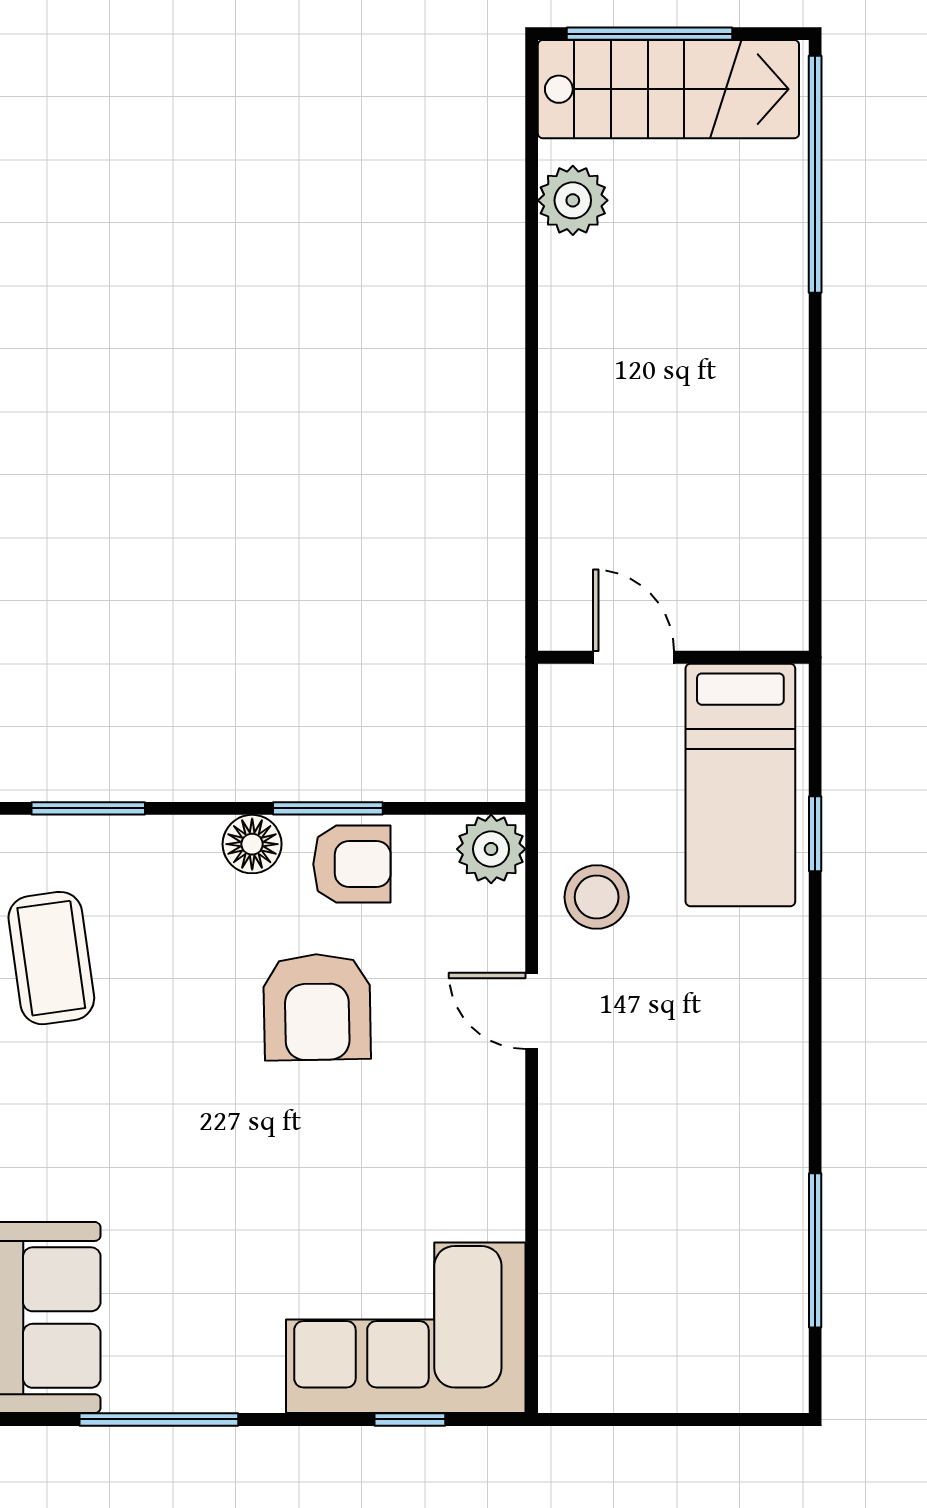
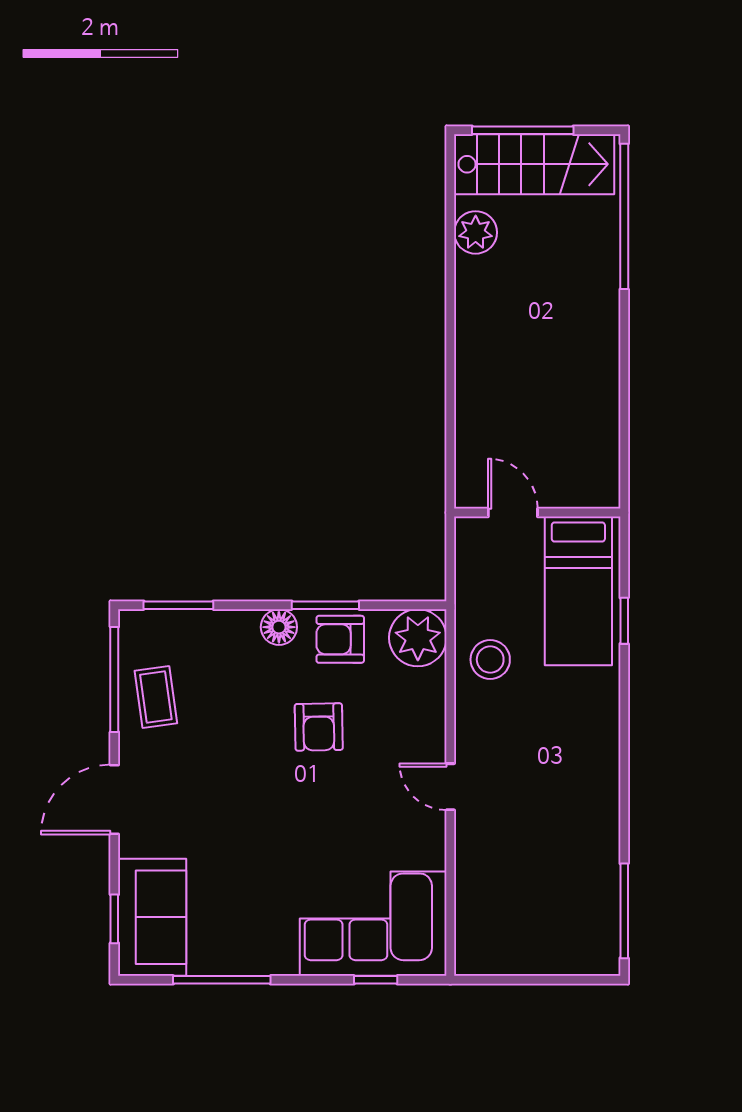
plant: (491, 849) -> (418, 638), width x1.36, depth x1.36
armchair: (352, 864) -> (340, 639), turned 180
coffee table: (51, 958) -> (156, 697), width x0.73, depth x0.77
armchair: (317, 1007) -> (319, 727), width x0.72, depth x0.72
door: (532, 1011) -> (450, 787), moved
window: (815, 1250) -> (624, 911), moved

